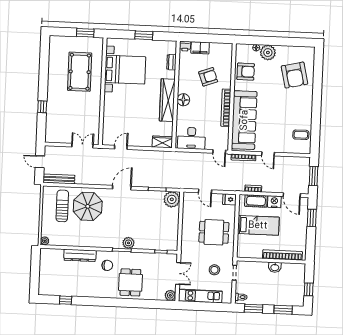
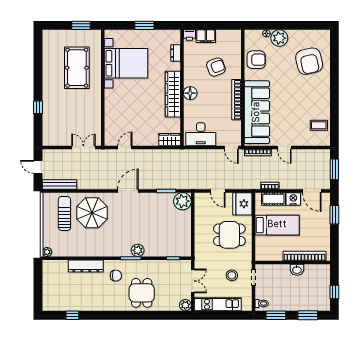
fridge: (230, 199) -> (242, 204), width x1.88, depth x1.34

